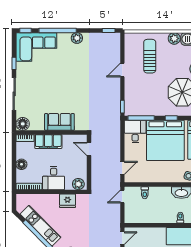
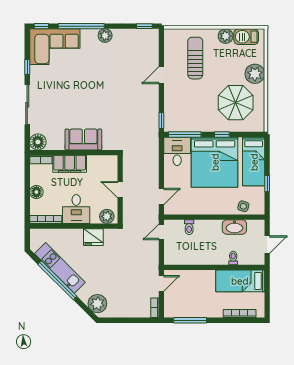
door: (89, 149) -> (120, 190), moved

